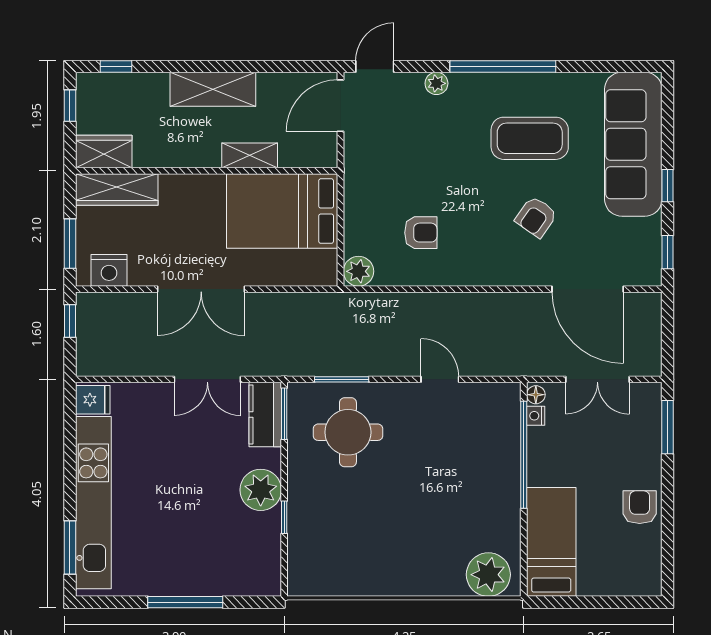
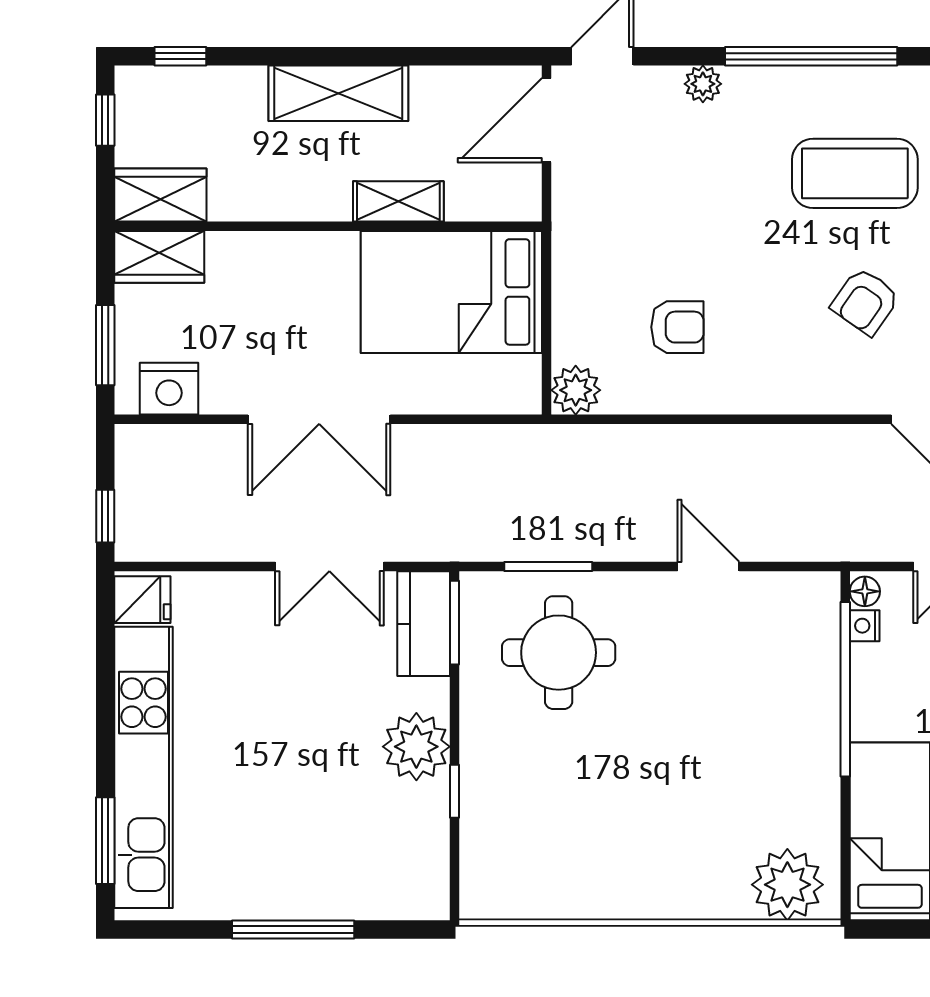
wardrobe: (117, 190) -> (159, 257), width x0.67
window: (70, 321) -> (105, 516), moved

